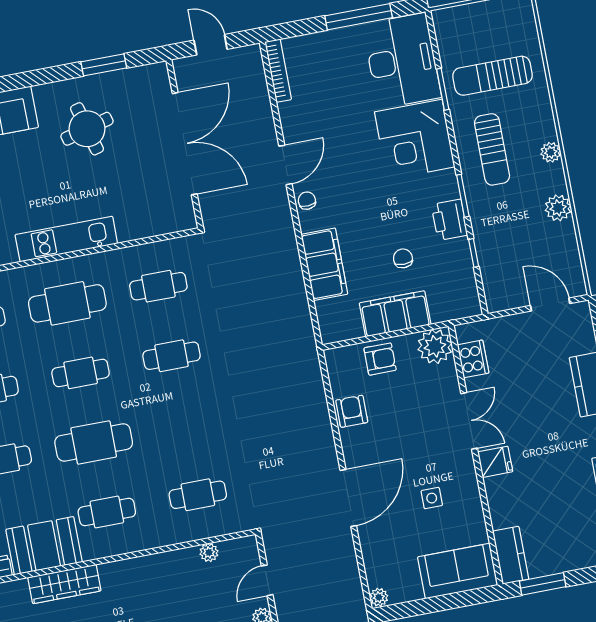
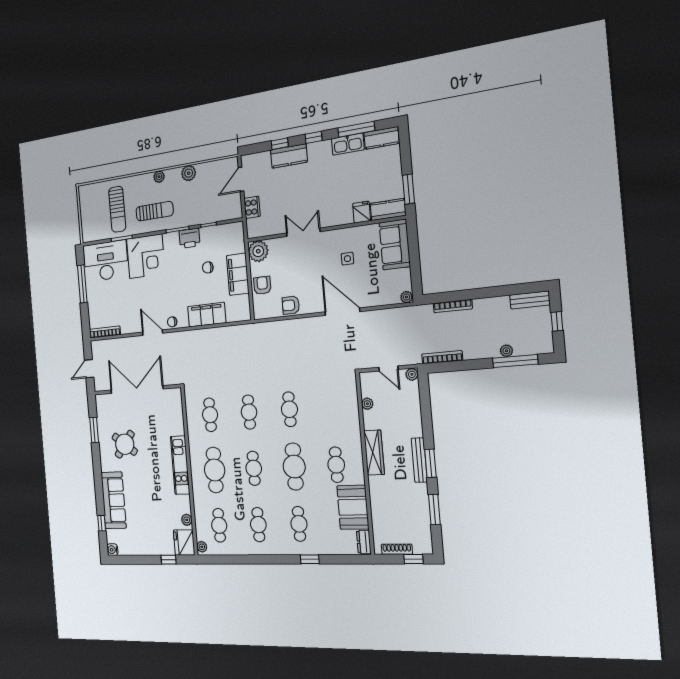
round table: (87, 129) -> (125, 444), turned -37
cooker: (473, 359) -> (252, 207), moved, turned 90
fridge: (495, 462) -> (362, 212), moved
cafe table: (198, 495) -> (289, 409), moved
wardrobe: (64, 584) -> (374, 453), moved

